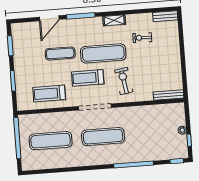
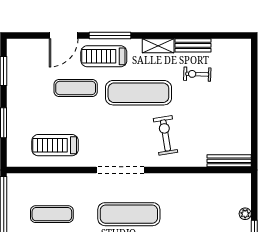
bench: (165, 16) -> (193, 45), moved
treadmill: (88, 78) -> (104, 56), moved
exercise mat: (51, 141) -> (52, 214), width x0.73, depth x0.69

